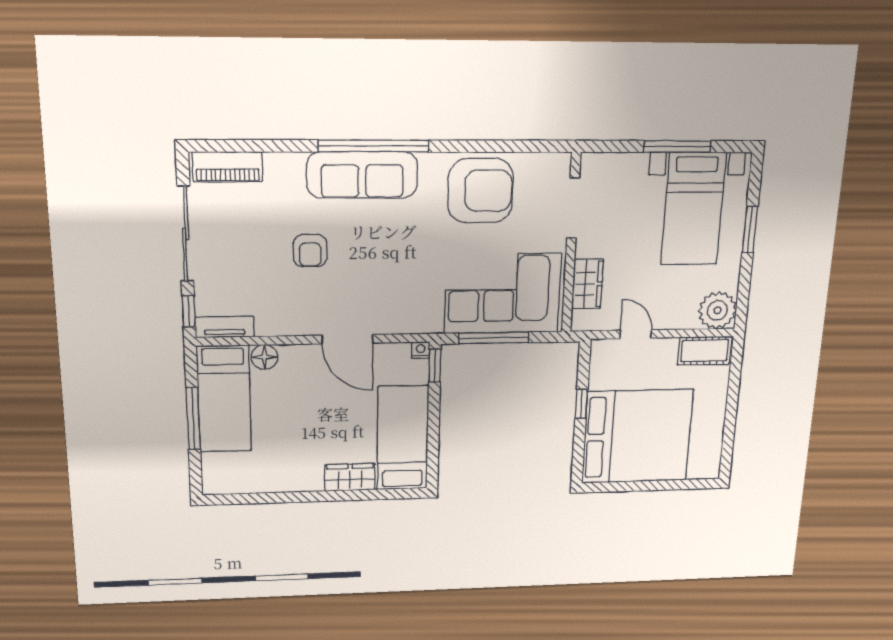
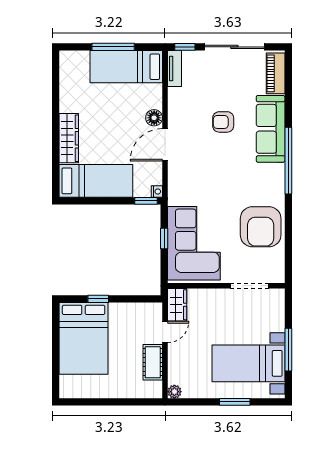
sofa: (362, 175) -> (271, 129), moved
wardrobe: (587, 284) -> (177, 305), moved, turned -90
plant: (717, 310) -> (174, 392), width x0.53, depth x0.53
window: (494, 338) -> (164, 239), width x0.46
cot: (705, 351) -> (153, 362), moved
floor lamp: (264, 357) -> (154, 118), moved
window: (581, 404) -> (98, 299), moved
bed: (637, 436) -> (84, 338), width x0.73
wardrobe: (350, 477) -> (69, 138), width x1.50

